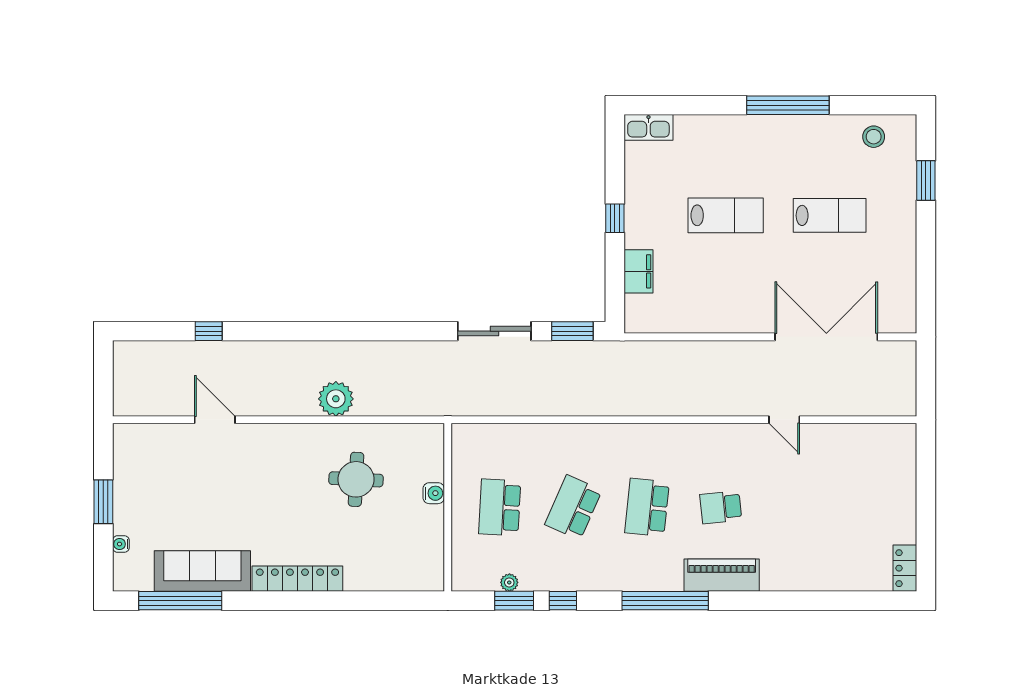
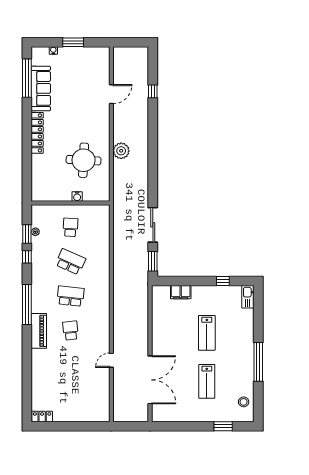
window: (615, 218) -> (223, 281), moved
round table: (356, 479) -> (84, 160), width x1.36, depth x1.36
school desk: (500, 507) -> (70, 227), width x0.54

